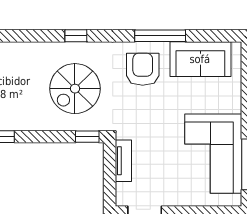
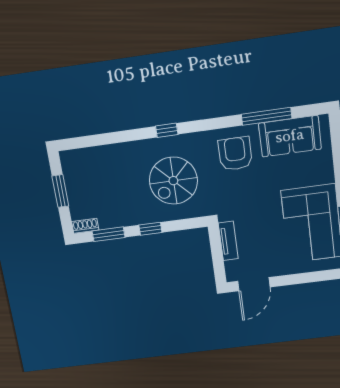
window: (160, 36) -> (267, 116), moved
window: (87, 137) -> (150, 229), moved

